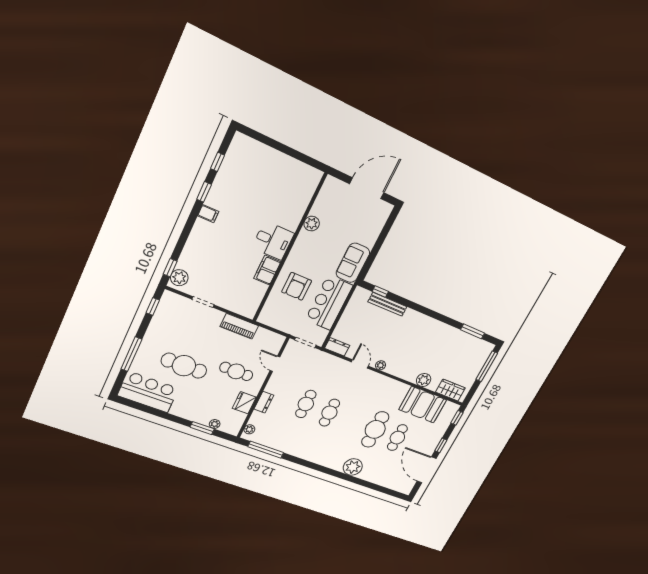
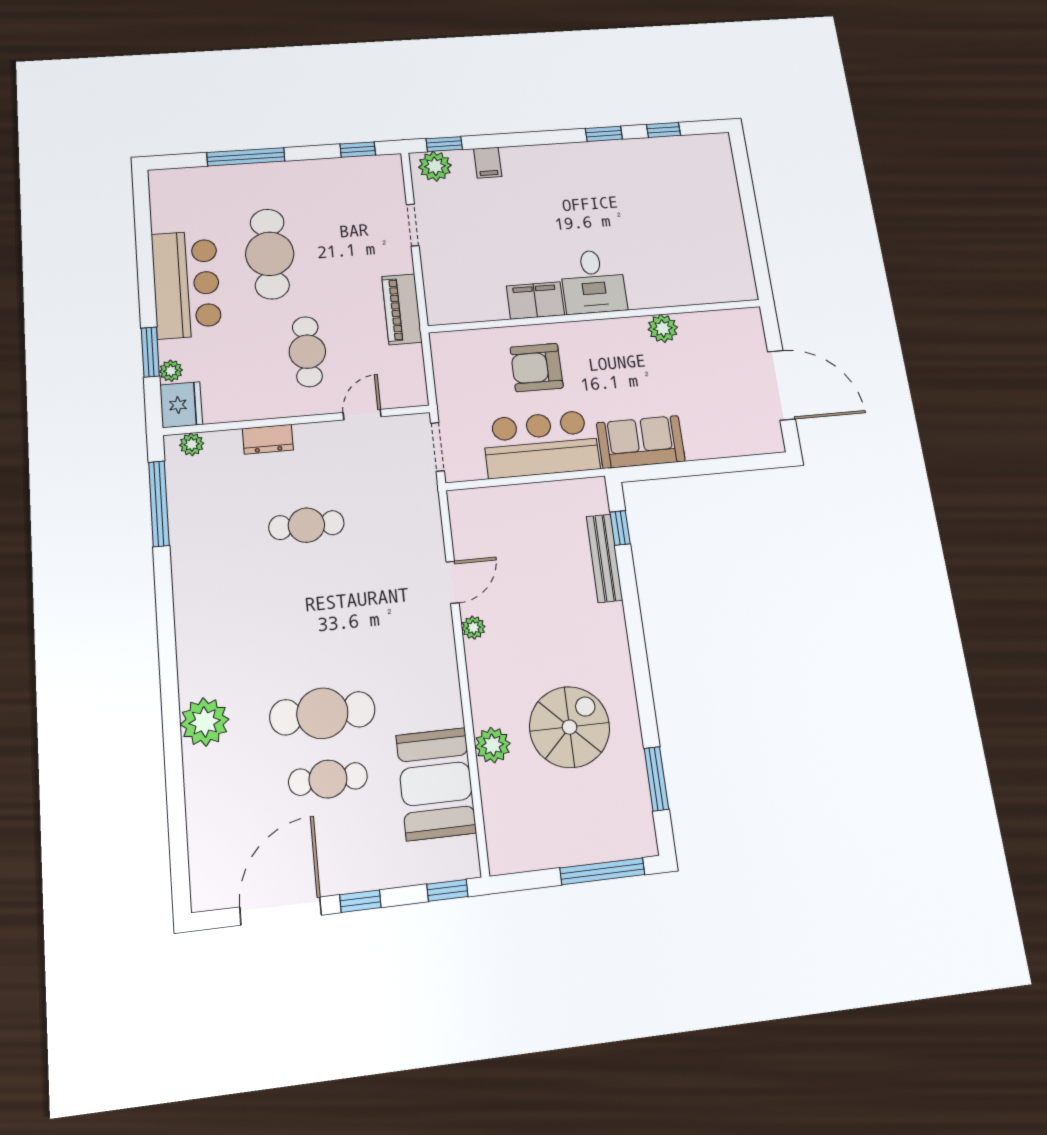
filing cabinet: (208, 214) -> (488, 163), moved
dresser: (337, 347) -> (463, 514), removed
spiral stairs: (436, 351) -> (570, 727), added
wardrobe: (450, 390) -> (503, 825), removed
bar counter: (148, 392) -> (186, 284), moved
fridge: (244, 403) -> (181, 405), moved, turned 90
cafe table: (329, 413) -> (312, 586), removed

